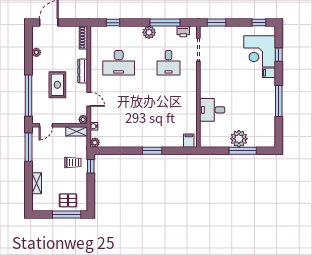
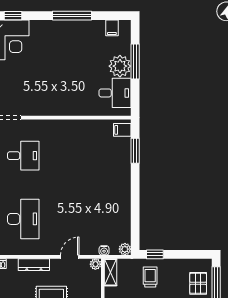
filing cabinet: (269, 73) -> (112, 28), moved
desk: (212, 110) -> (115, 93), moved, turned -90
window: (152, 151) -> (135, 151), moved

